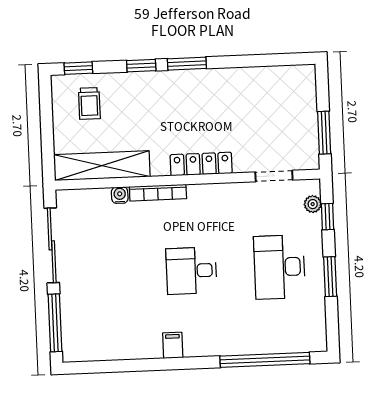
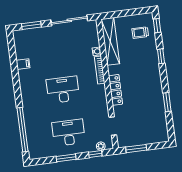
window: (187, 64) -> (167, 102), moved
desk: (191, 271) -> (63, 90), width x1.37
window: (55, 323) -> (31, 25), width x0.69
filing cabinet: (173, 345) -> (23, 64), moved

